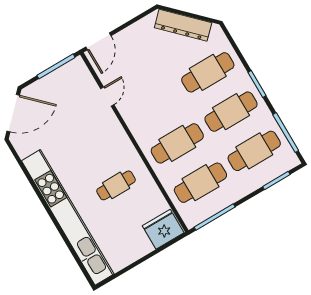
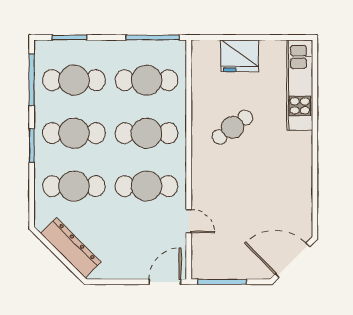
door: (107, 97) -> (189, 221), swing flipped
cafe table: (154, 104) -> (146, 186), added
cafe table: (116, 185) -> (232, 127), turned -37
kitchen unit: (68, 217) -> (300, 85), width x0.54
fridge: (163, 229) -> (240, 56), moved

